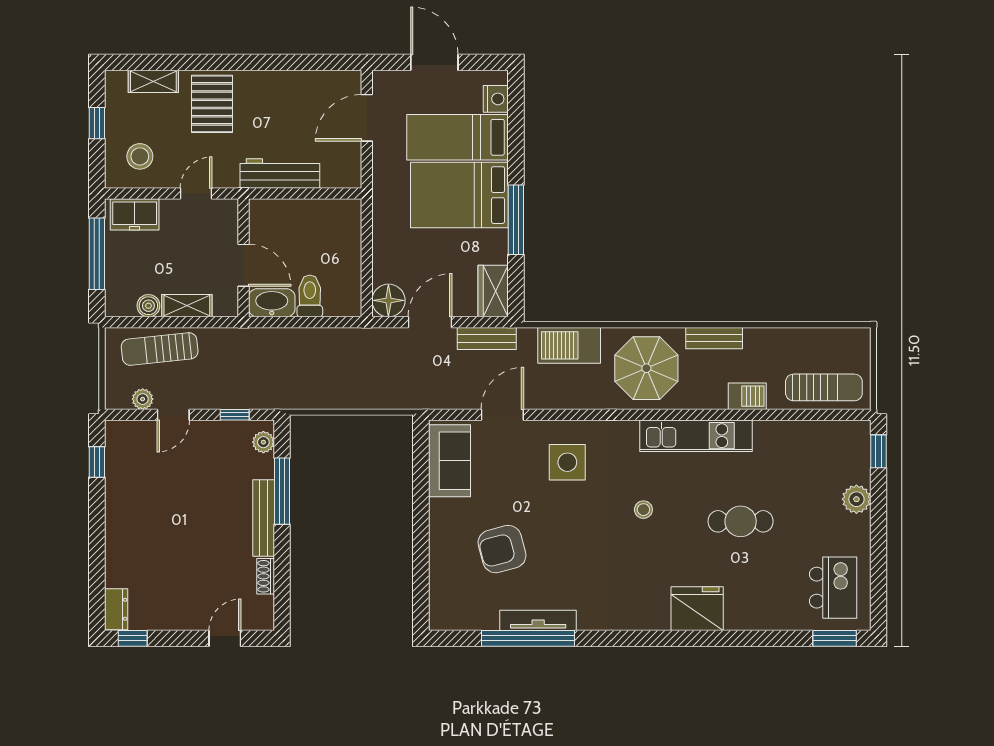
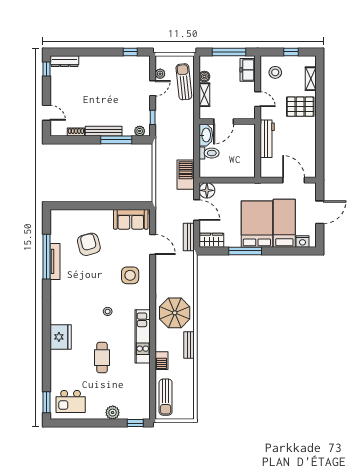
barbecue: (569, 345) -> (186, 175), moved
door: (173, 415) -> (153, 88), swing flipped
dresser: (116, 609) -> (65, 61), width x1.44

